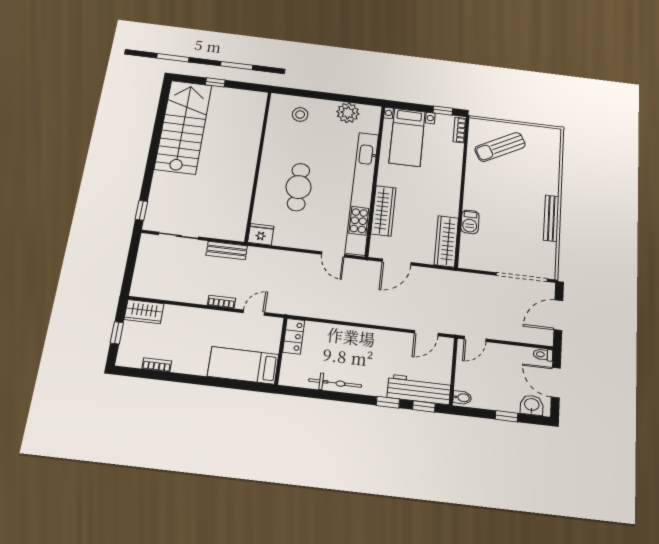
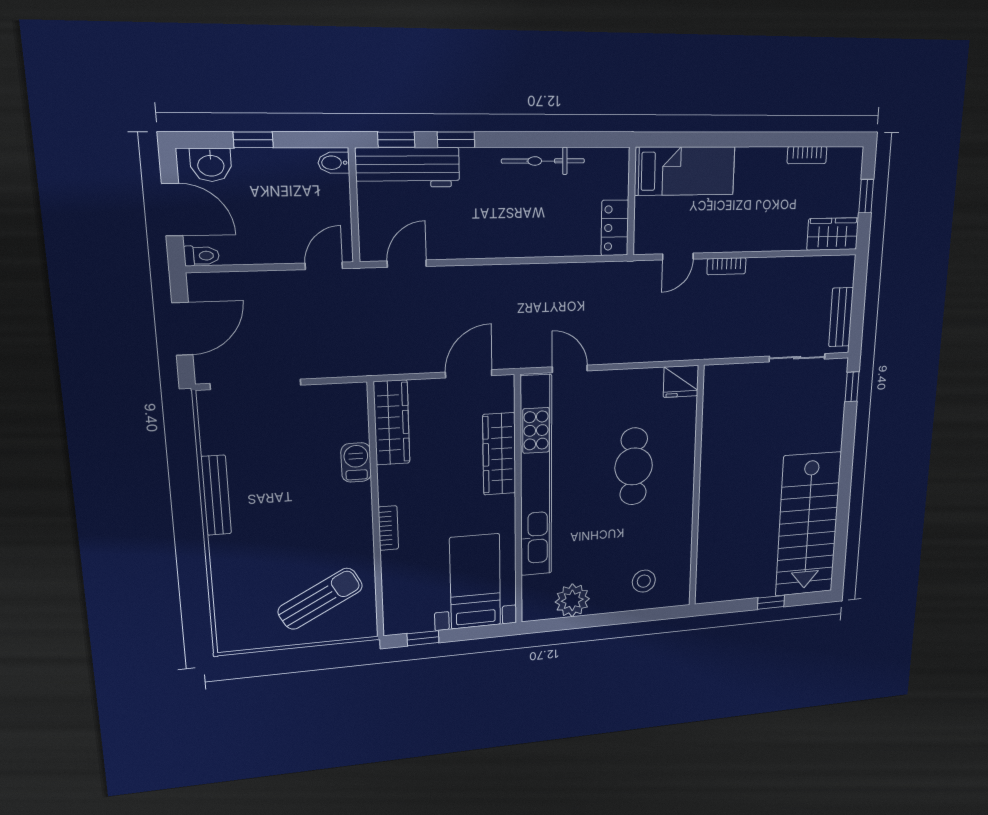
bookcase: (460, 130) -> (388, 528), moved
bench: (227, 250) -> (841, 317), moved, turned 90

